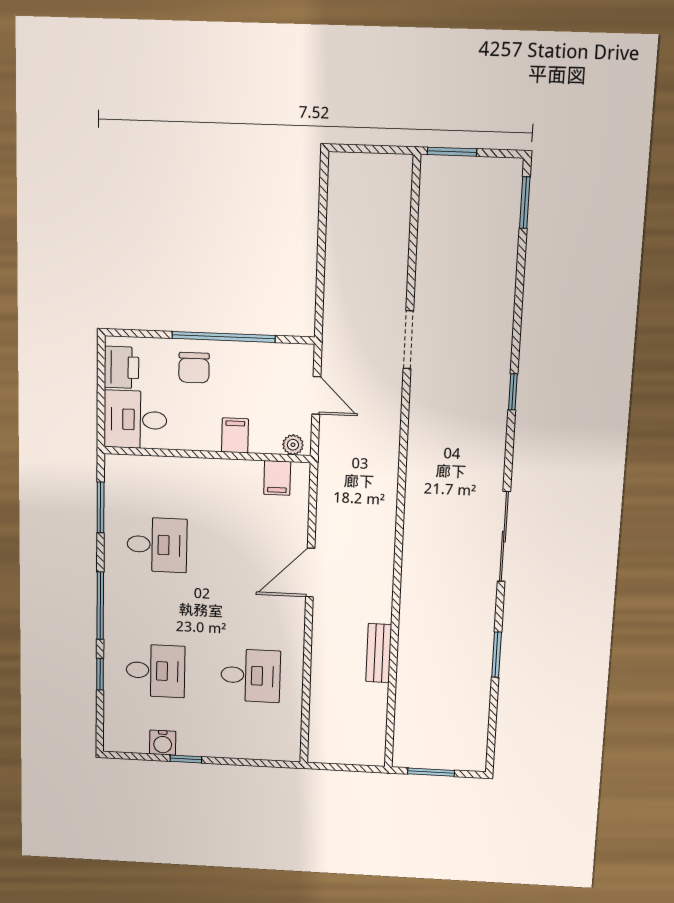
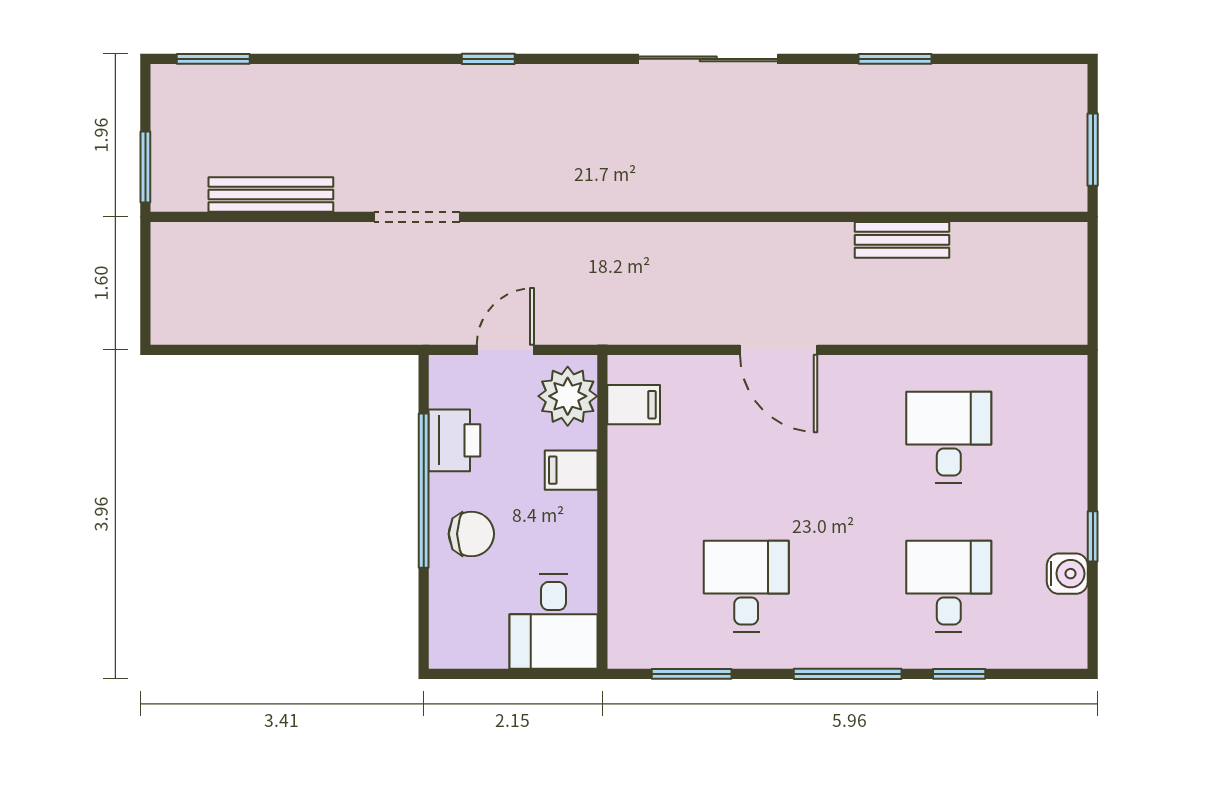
bench: (429, 240) -> (271, 194), added
printer: (121, 367) -> (454, 440), moved, turned 90
plant: (293, 445) -> (568, 396), width x1.88, depth x1.88

